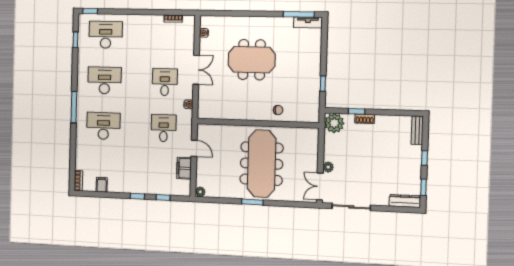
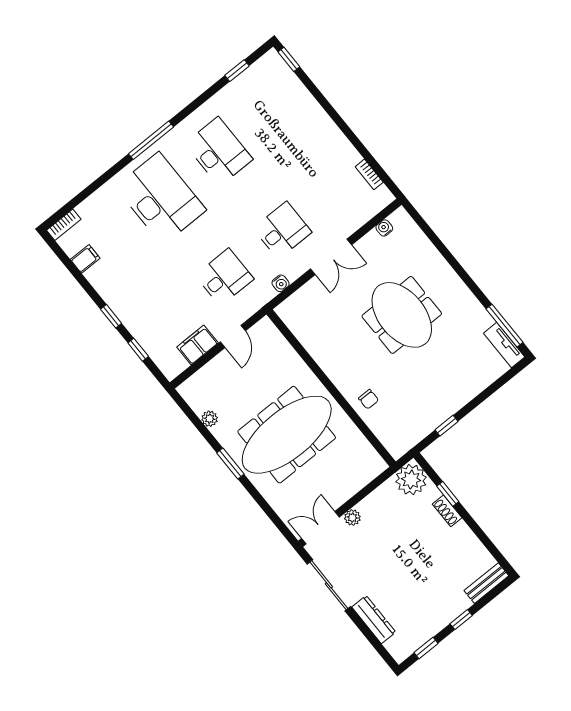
desk: (106, 35) -> (277, 105), removed
desk: (103, 126) -> (161, 198), width x1.36, depth x1.30
plant: (200, 192) -> (210, 419), moved
dresser: (405, 201) -> (374, 620), moved

